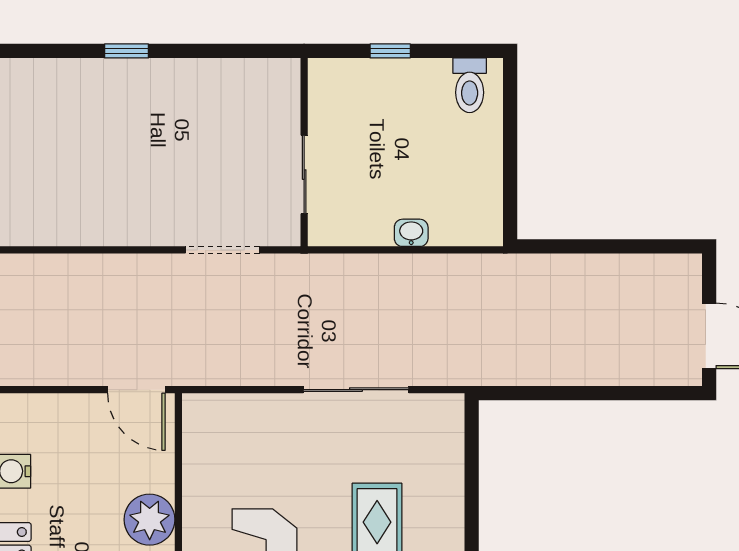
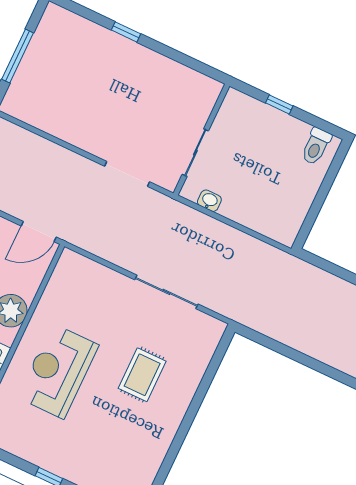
washbasin: (411, 233) -> (209, 201), moved
door: (136, 390) -> (39, 231), hinge flipped

